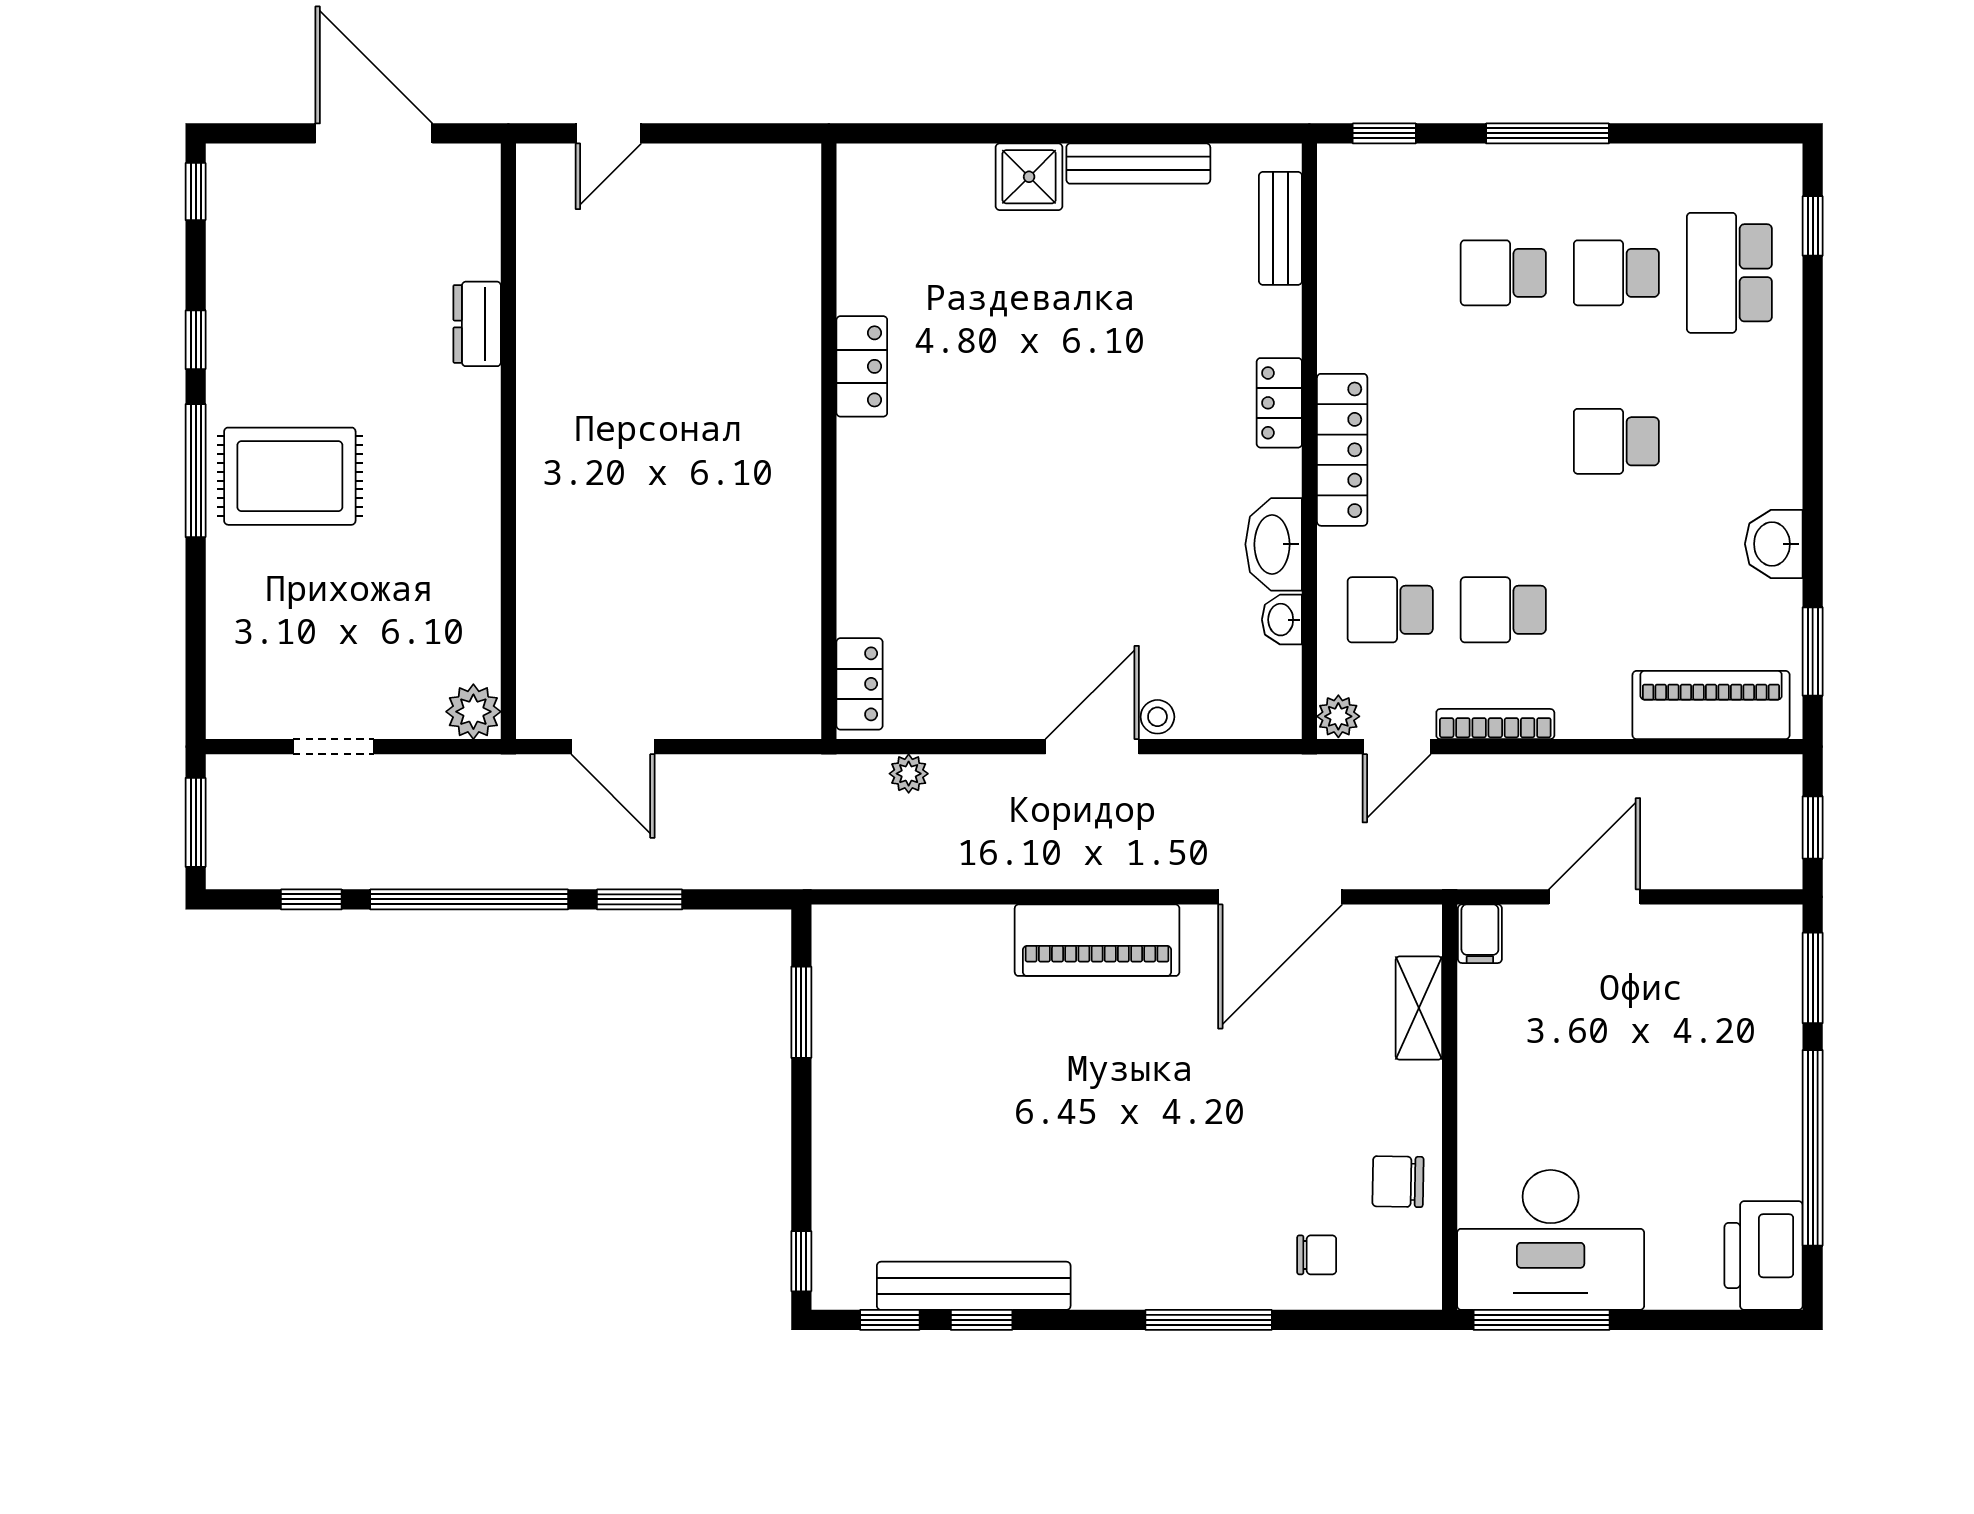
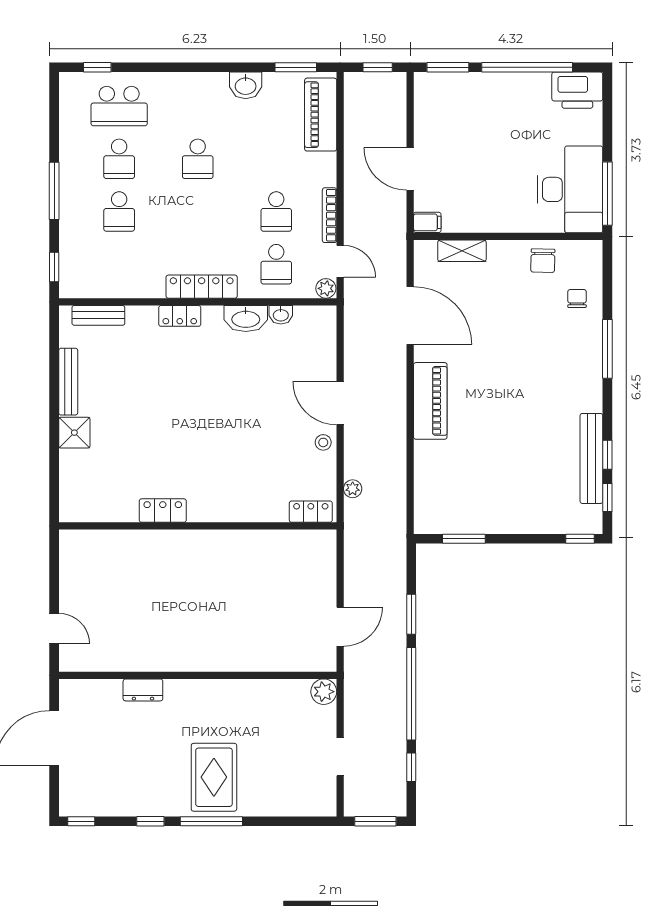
stool: (1157, 717) -> (323, 442), moved

